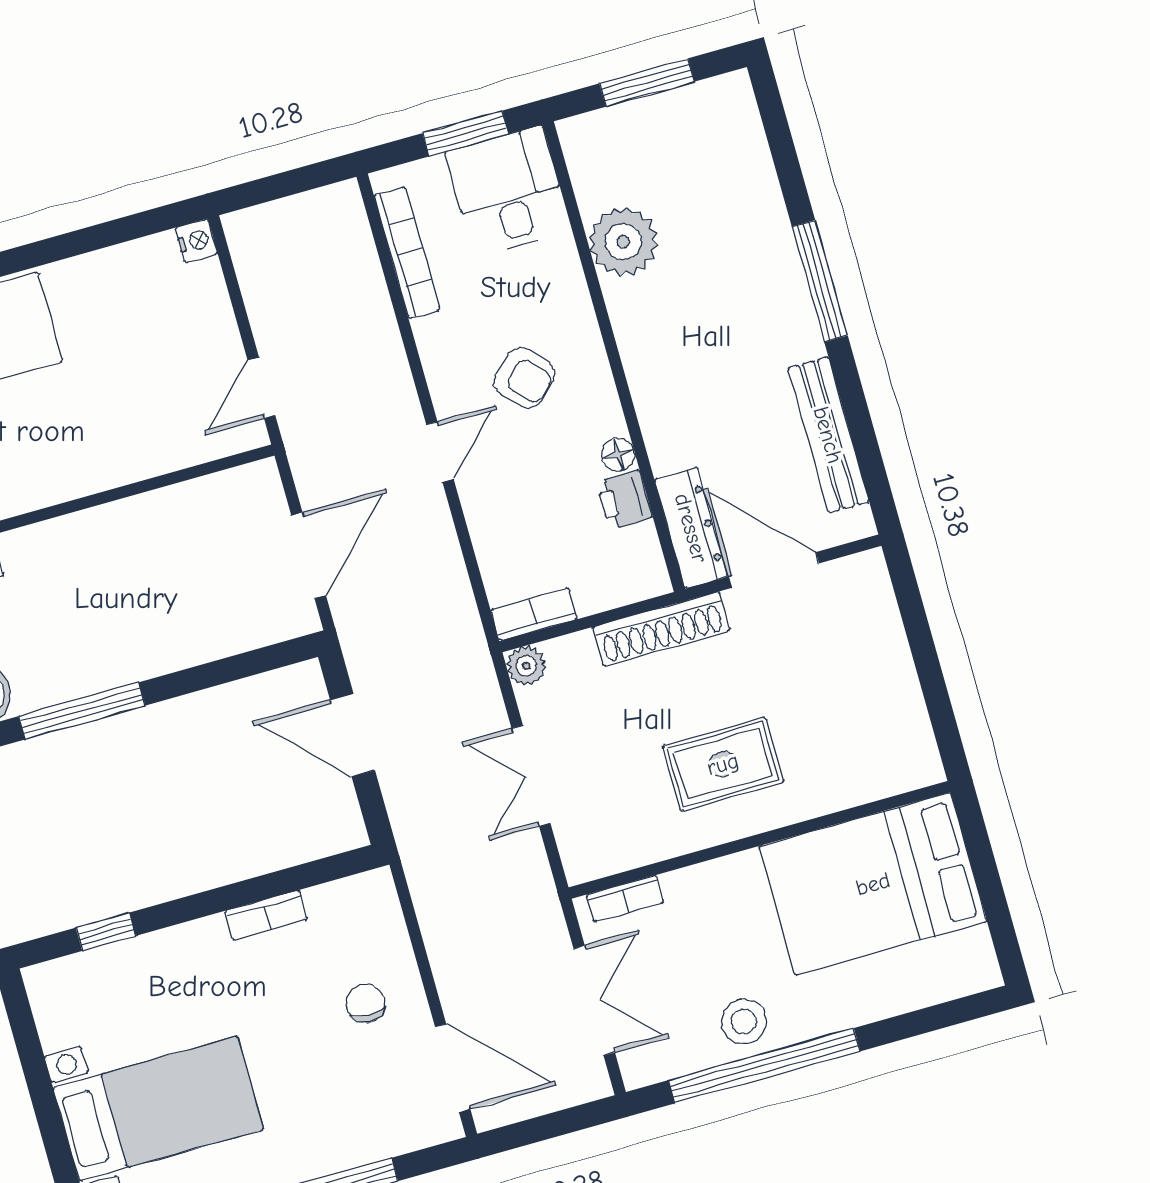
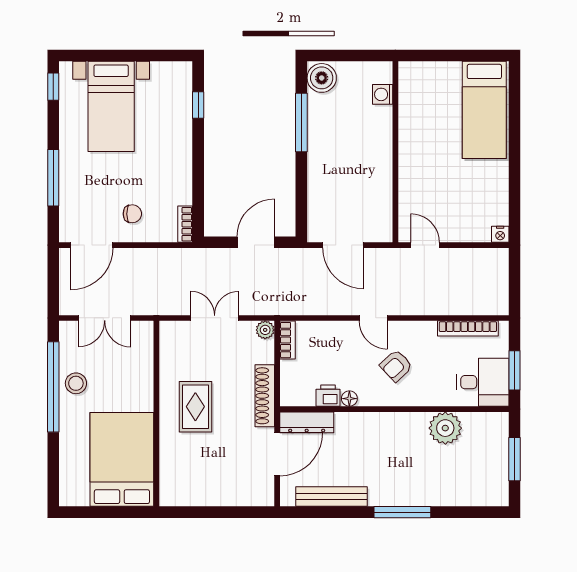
bookcase: (625, 899) -> (147, 345), removed
bookcase: (266, 915) -> (185, 224), moved

